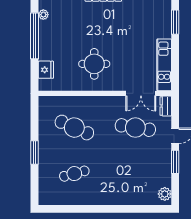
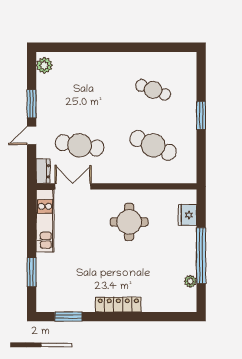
cafe table: (74, 174) -> (153, 90), turned 36

